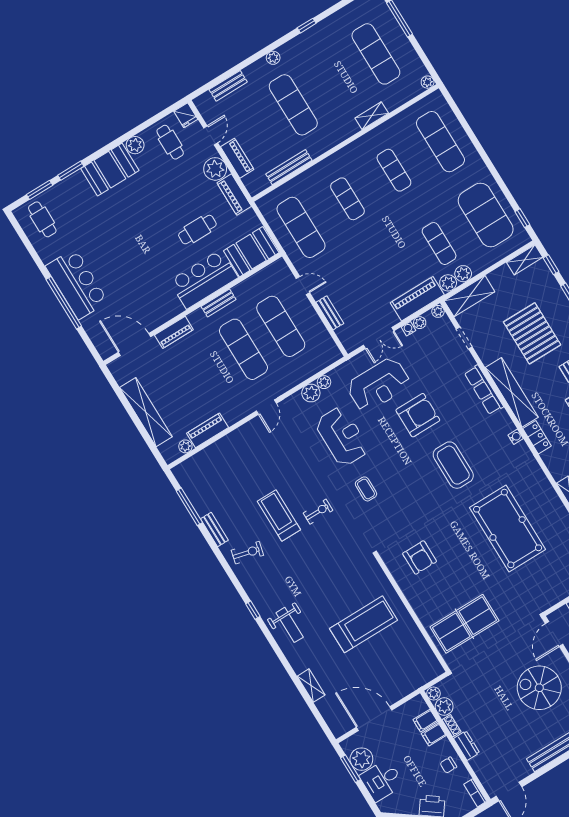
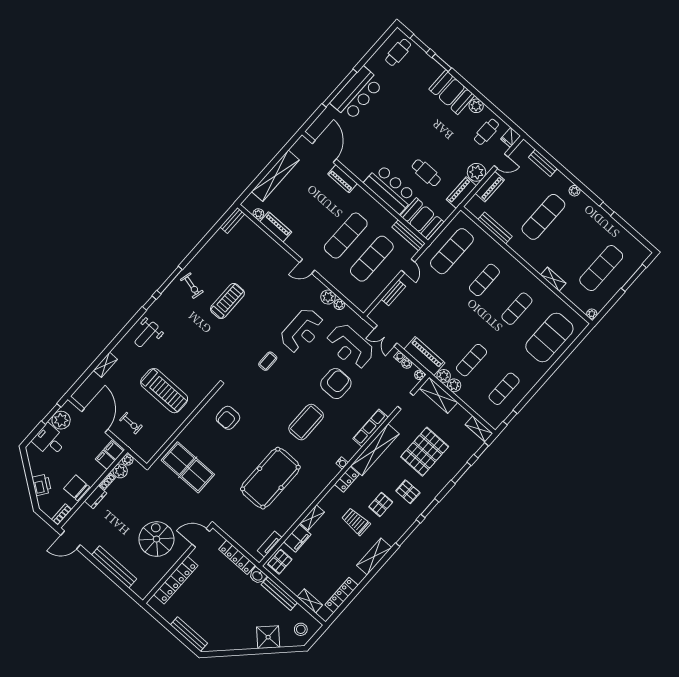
exercise mat: (440, 142) -> (549, 337), width x1.47
exercise mat: (486, 215) -> (504, 389), width x0.50, depth x0.69
bench: (219, 303) -> (409, 235), moved, width x1.36
armchair: (418, 415) -> (336, 384), turned -90
window: (189, 507) -> (170, 280), moved
exercise bike: (318, 512) -> (131, 423), moved
bench: (214, 529) -> (232, 220), moved
filing cabinet: (434, 735) -> (114, 450), moved
chair: (448, 765) -> (77, 488), width x1.87, depth x1.87

